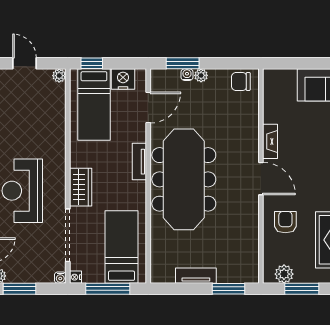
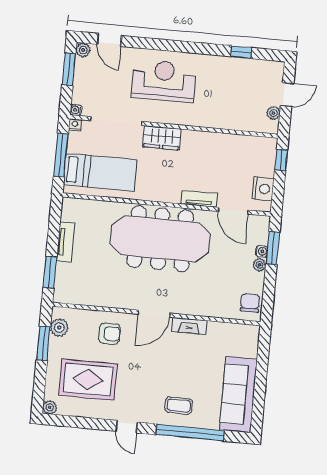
plant: (59, 76) -> (273, 113), moved
bed: (94, 105) -> (241, 158), removed
tv unit: (139, 162) -> (199, 199), moved

